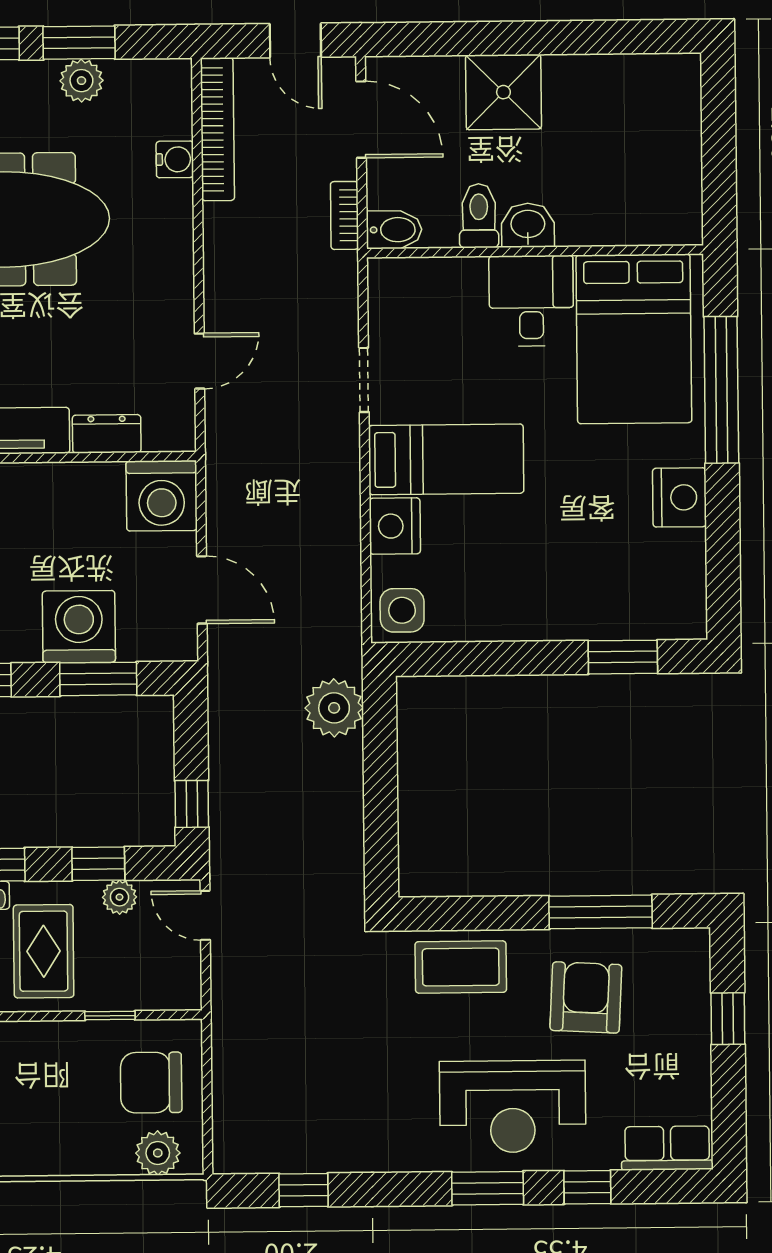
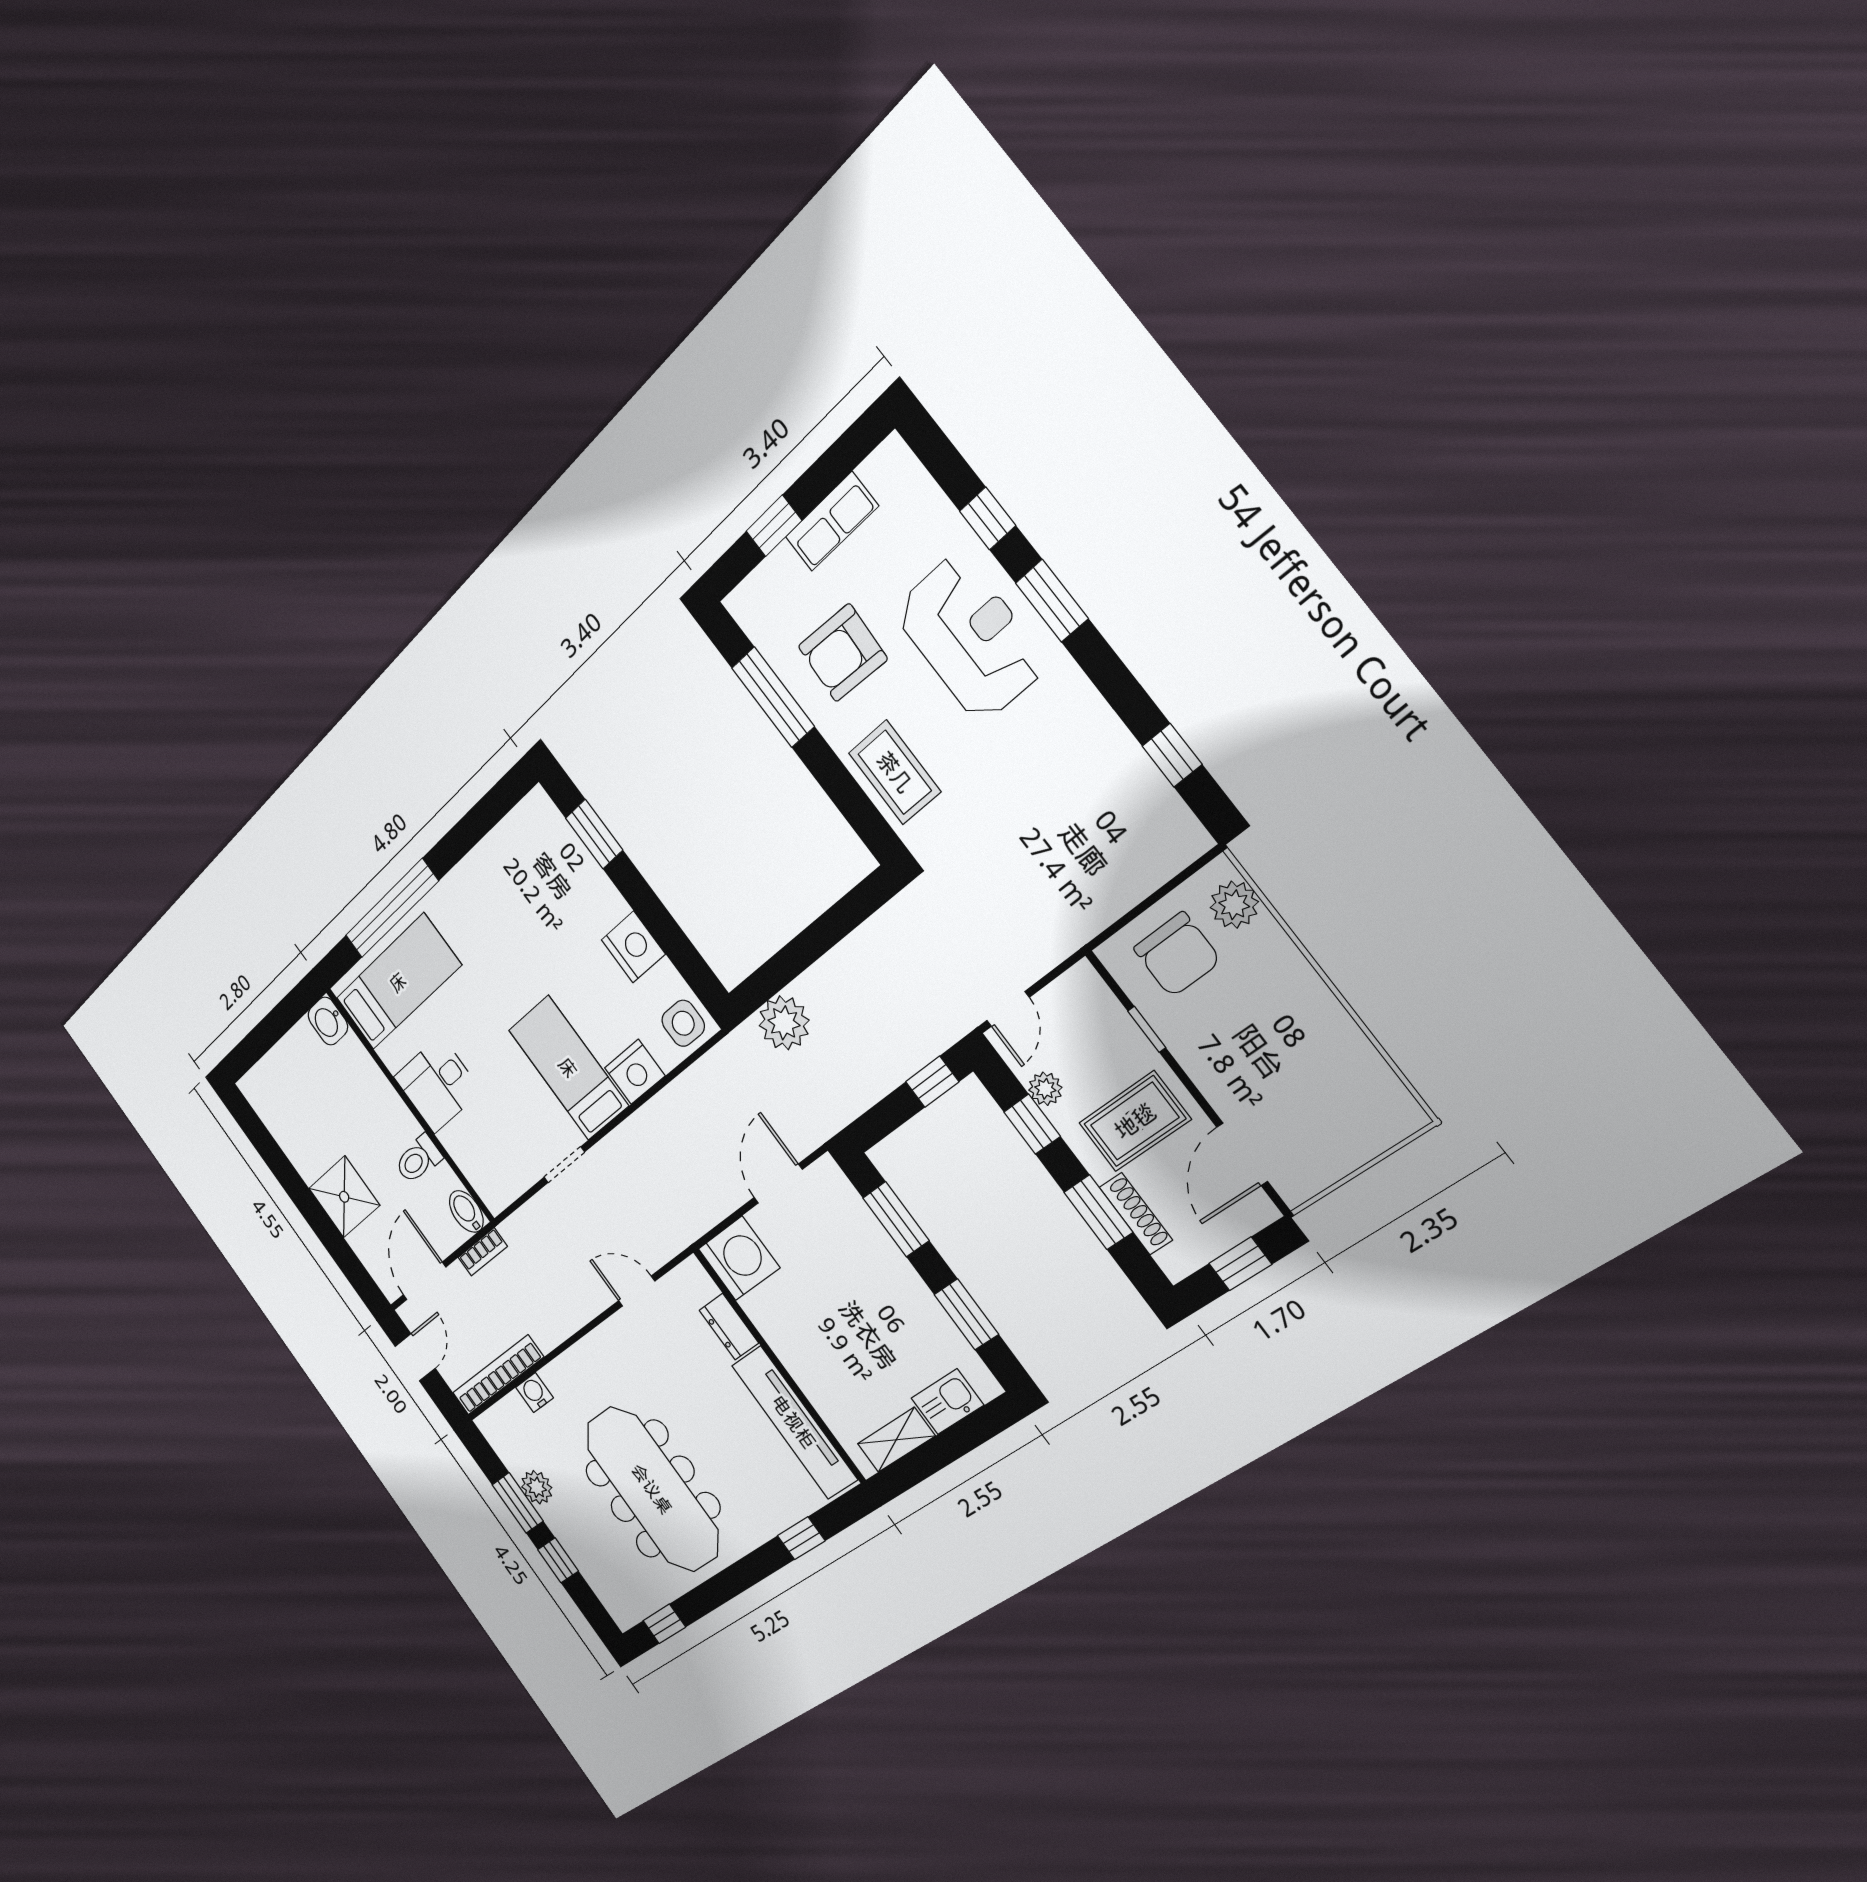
washbasin: (528, 225) -> (328, 1021), moved
bed: (634, 339) -> (398, 982), width x0.67
nightstand: (679, 497) -> (633, 947), moved, turned 90
washing machine: (79, 627) -> (870, 1260), removed
row of seats: (667, 1148) -> (832, 521), moved, turned -90

